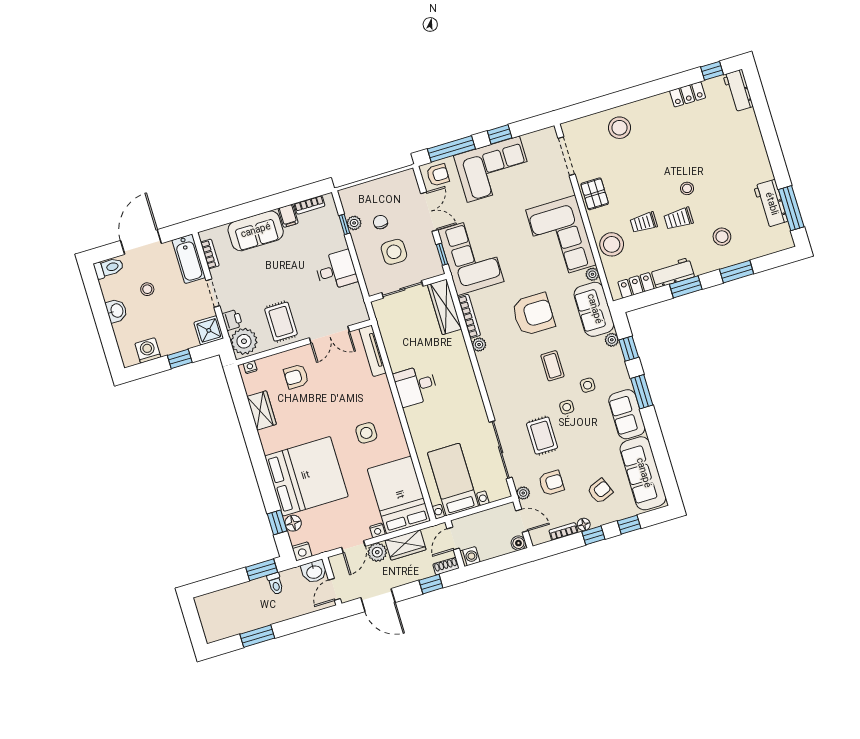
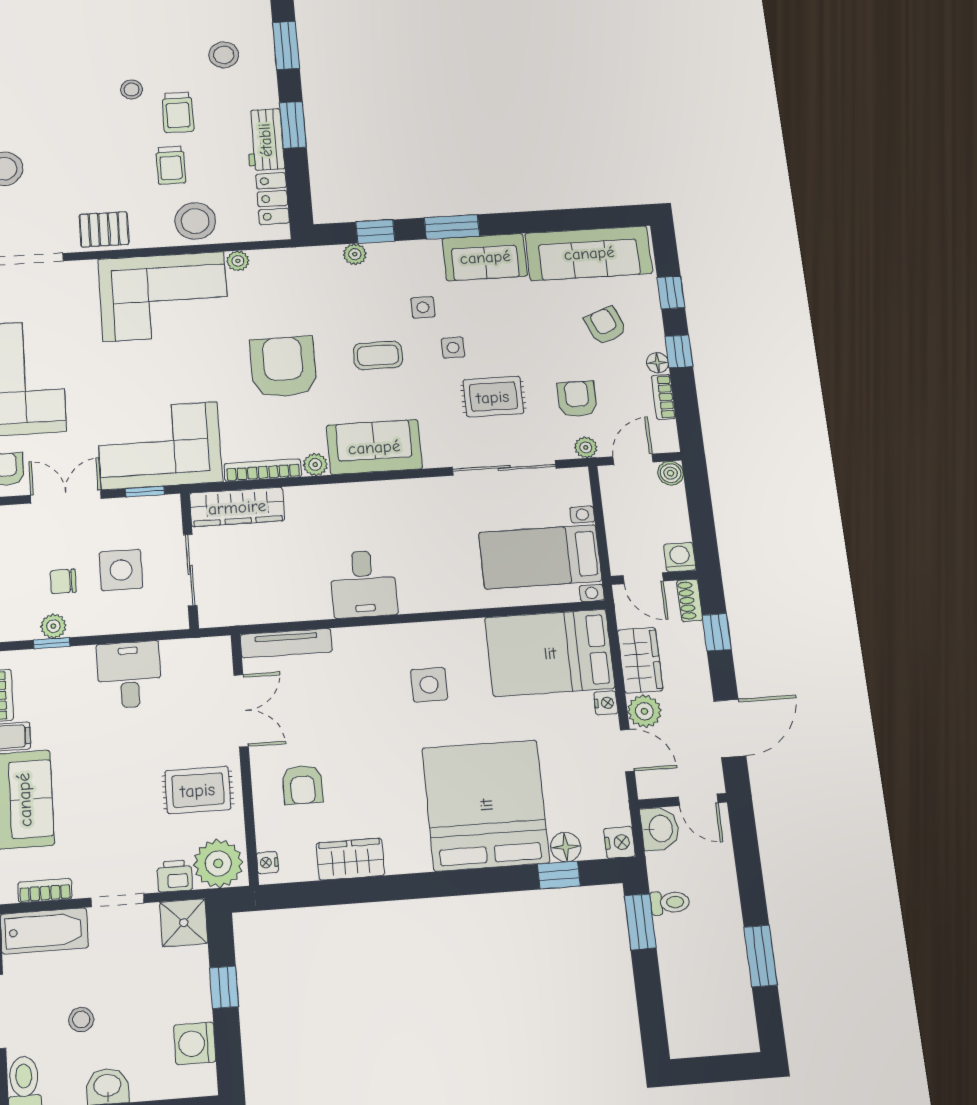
sofa: (594, 309) -> (374, 447), moved, turned 180

